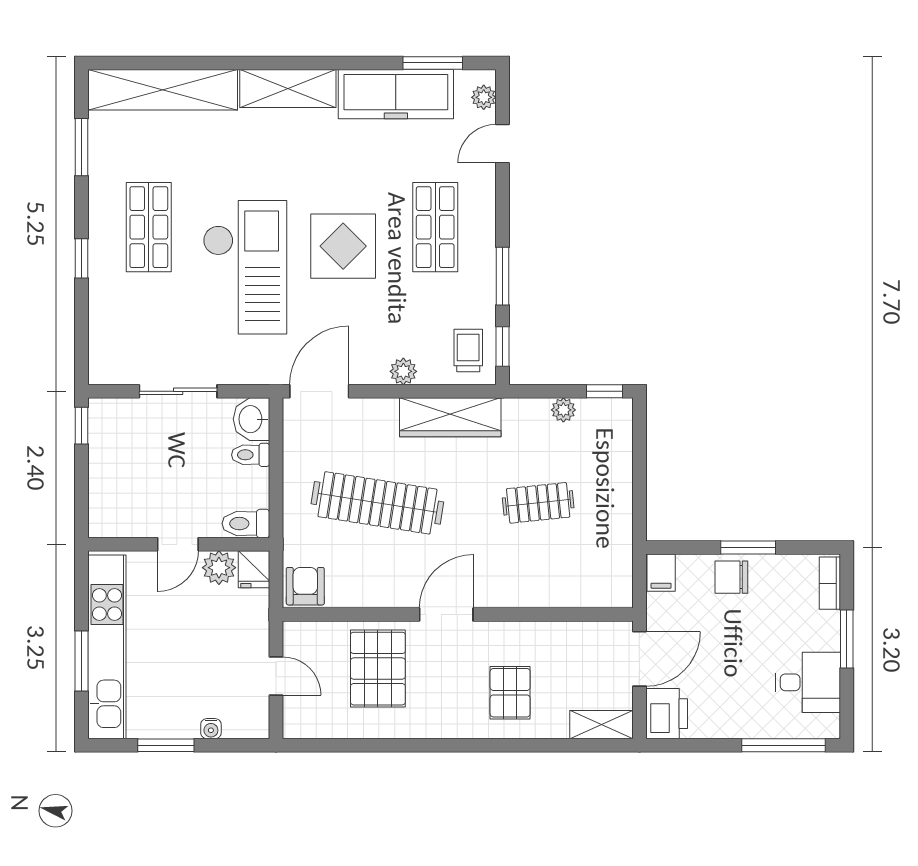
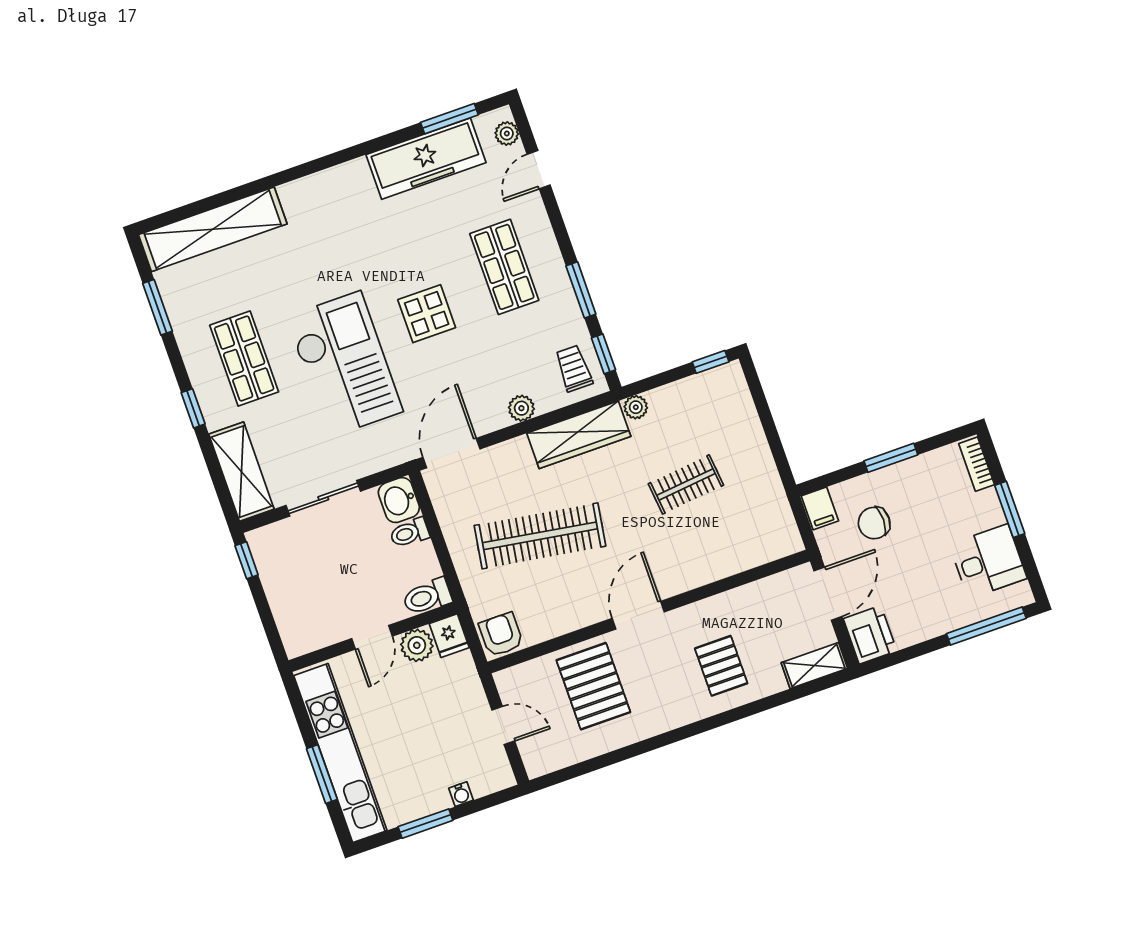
shelving: (288, 88) -> (241, 472), moved, turned 90
display table: (343, 246) -> (427, 314), width x0.73, depth x0.73
plant: (563, 410) -> (636, 407), moved
chair: (731, 577) -> (874, 523), moved

